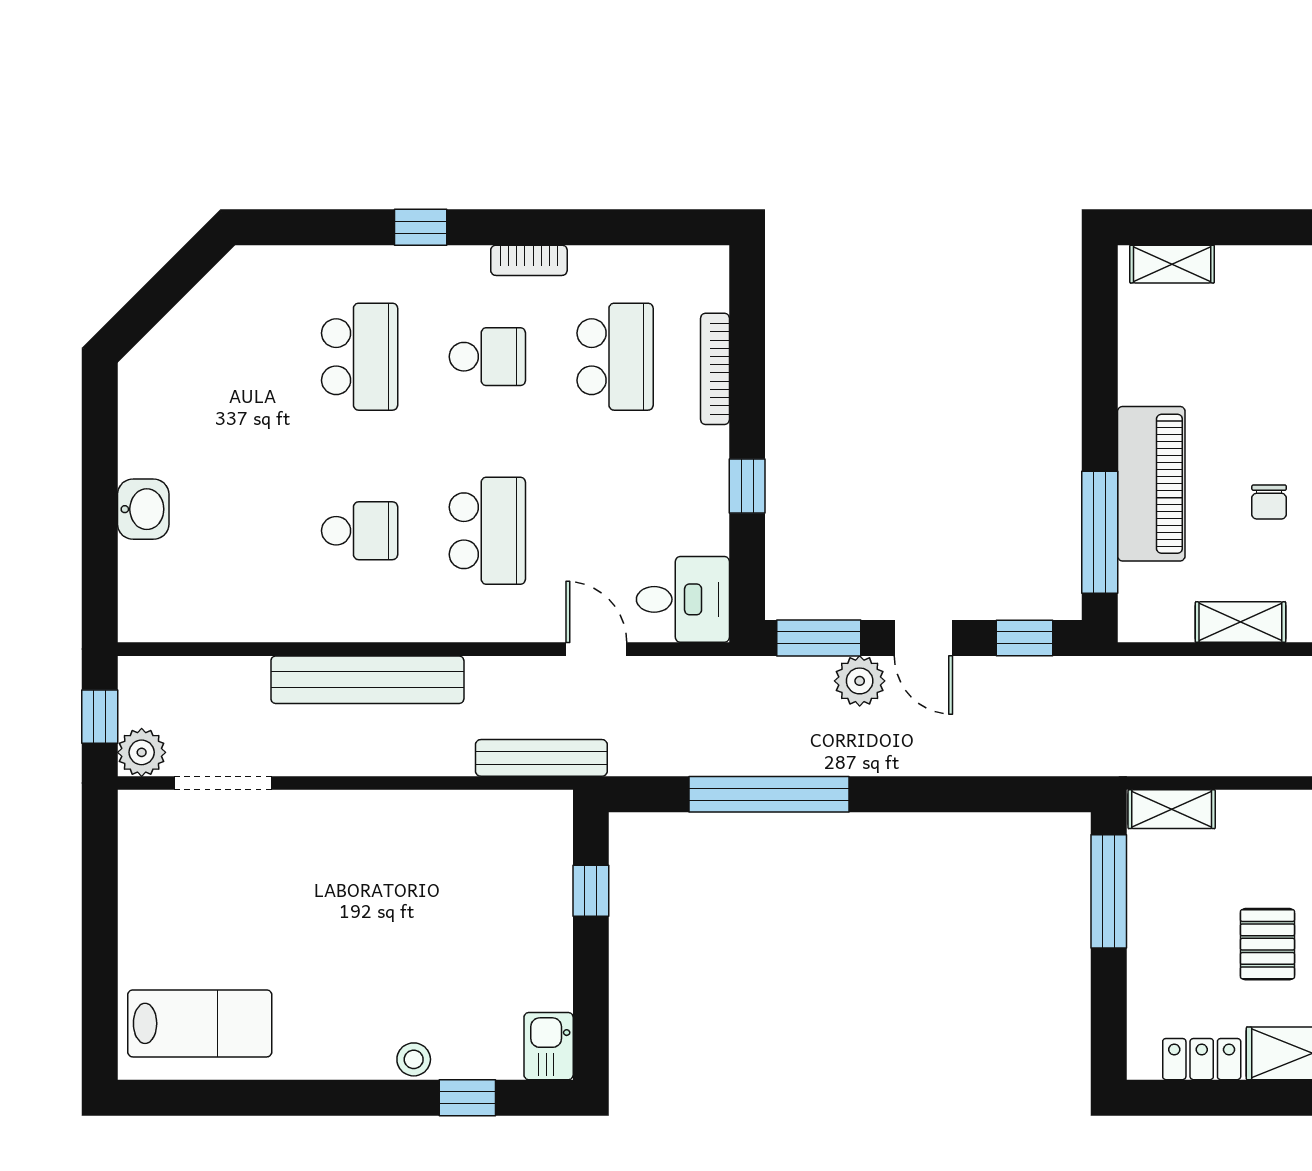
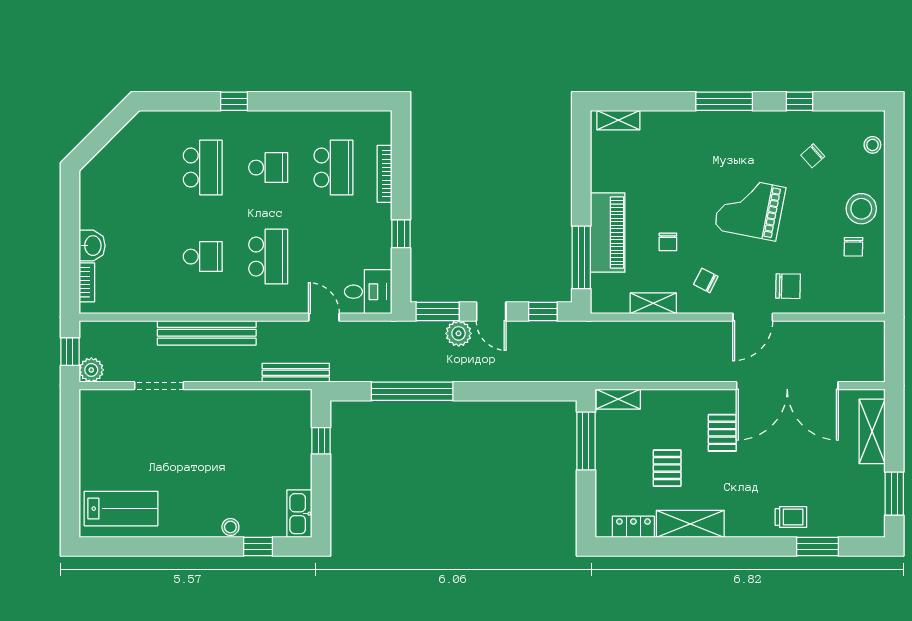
bookcase: (529, 260) -> (87, 282), moved, turned -90
doorway: (223, 783) -> (159, 386), moved
kitchen sink: (549, 1046) -> (299, 514), width x1.38

